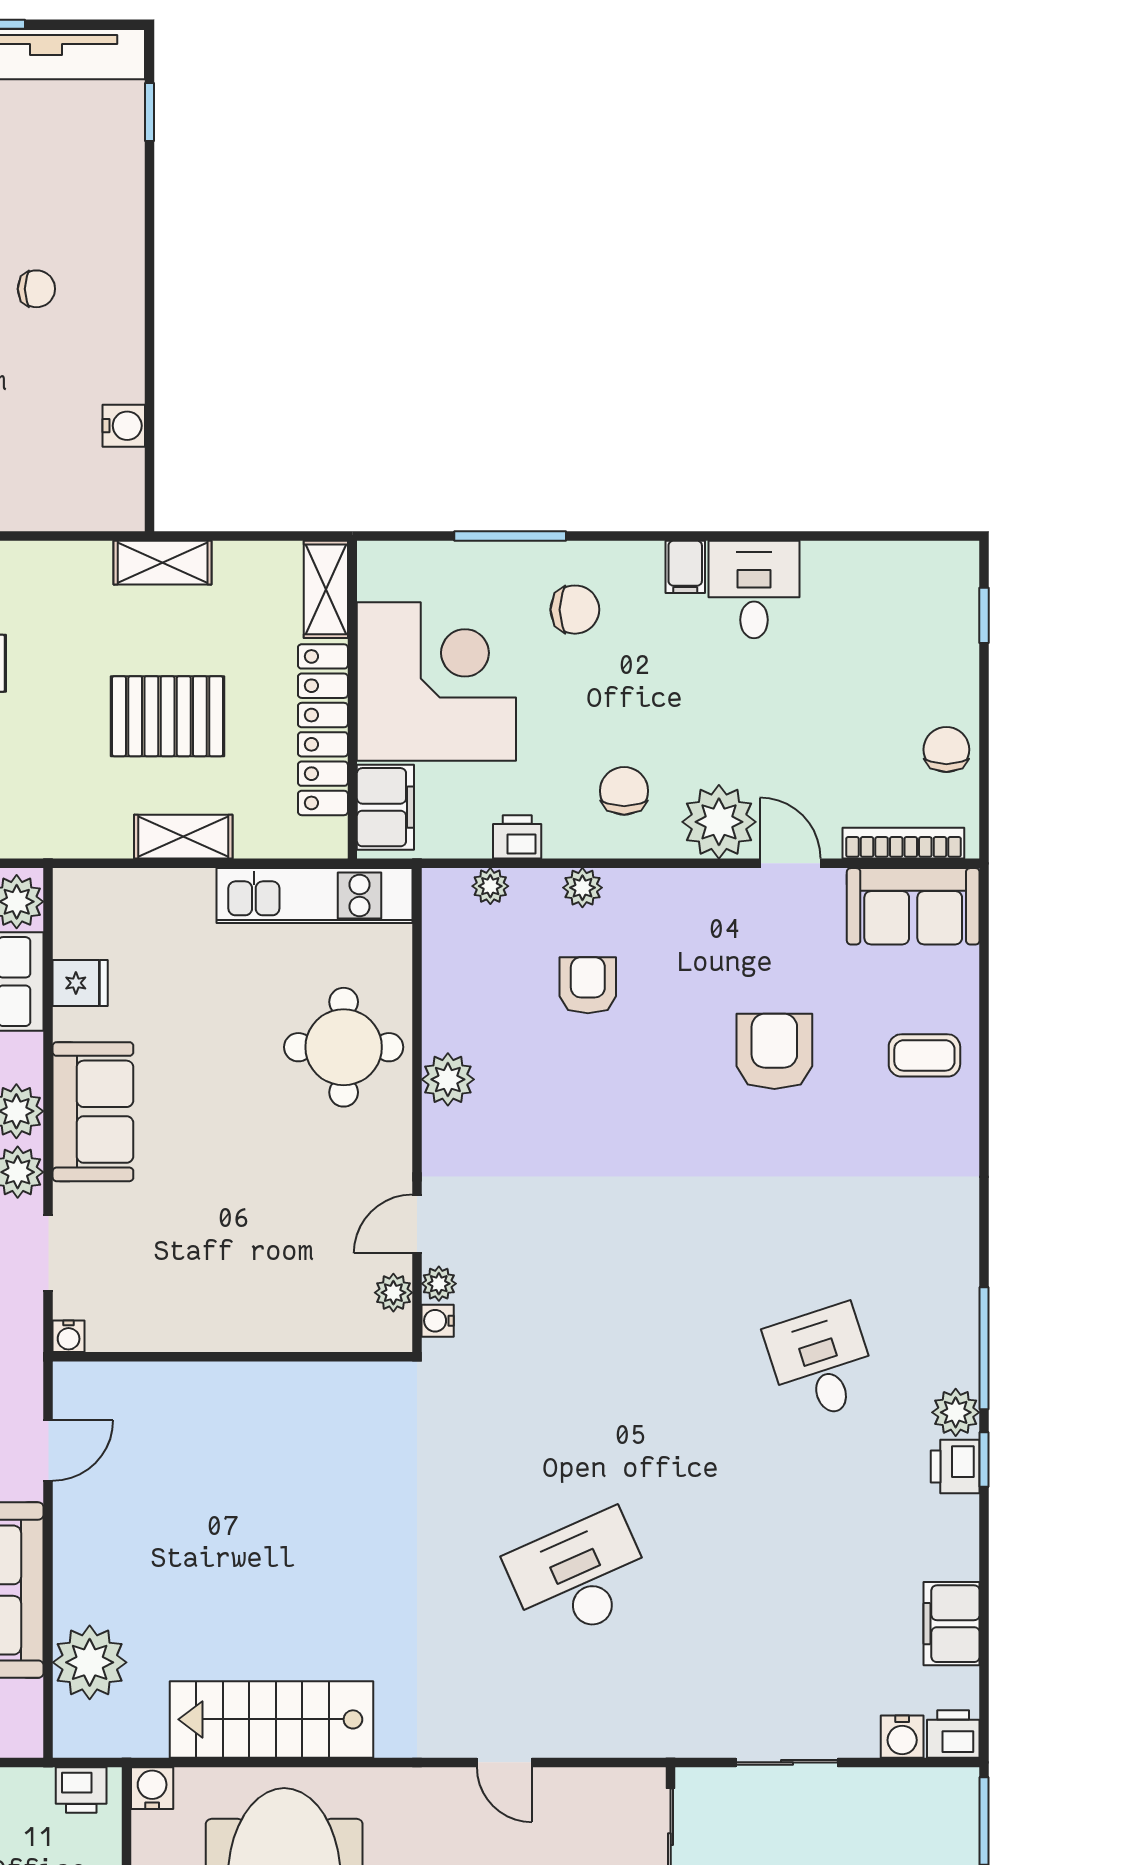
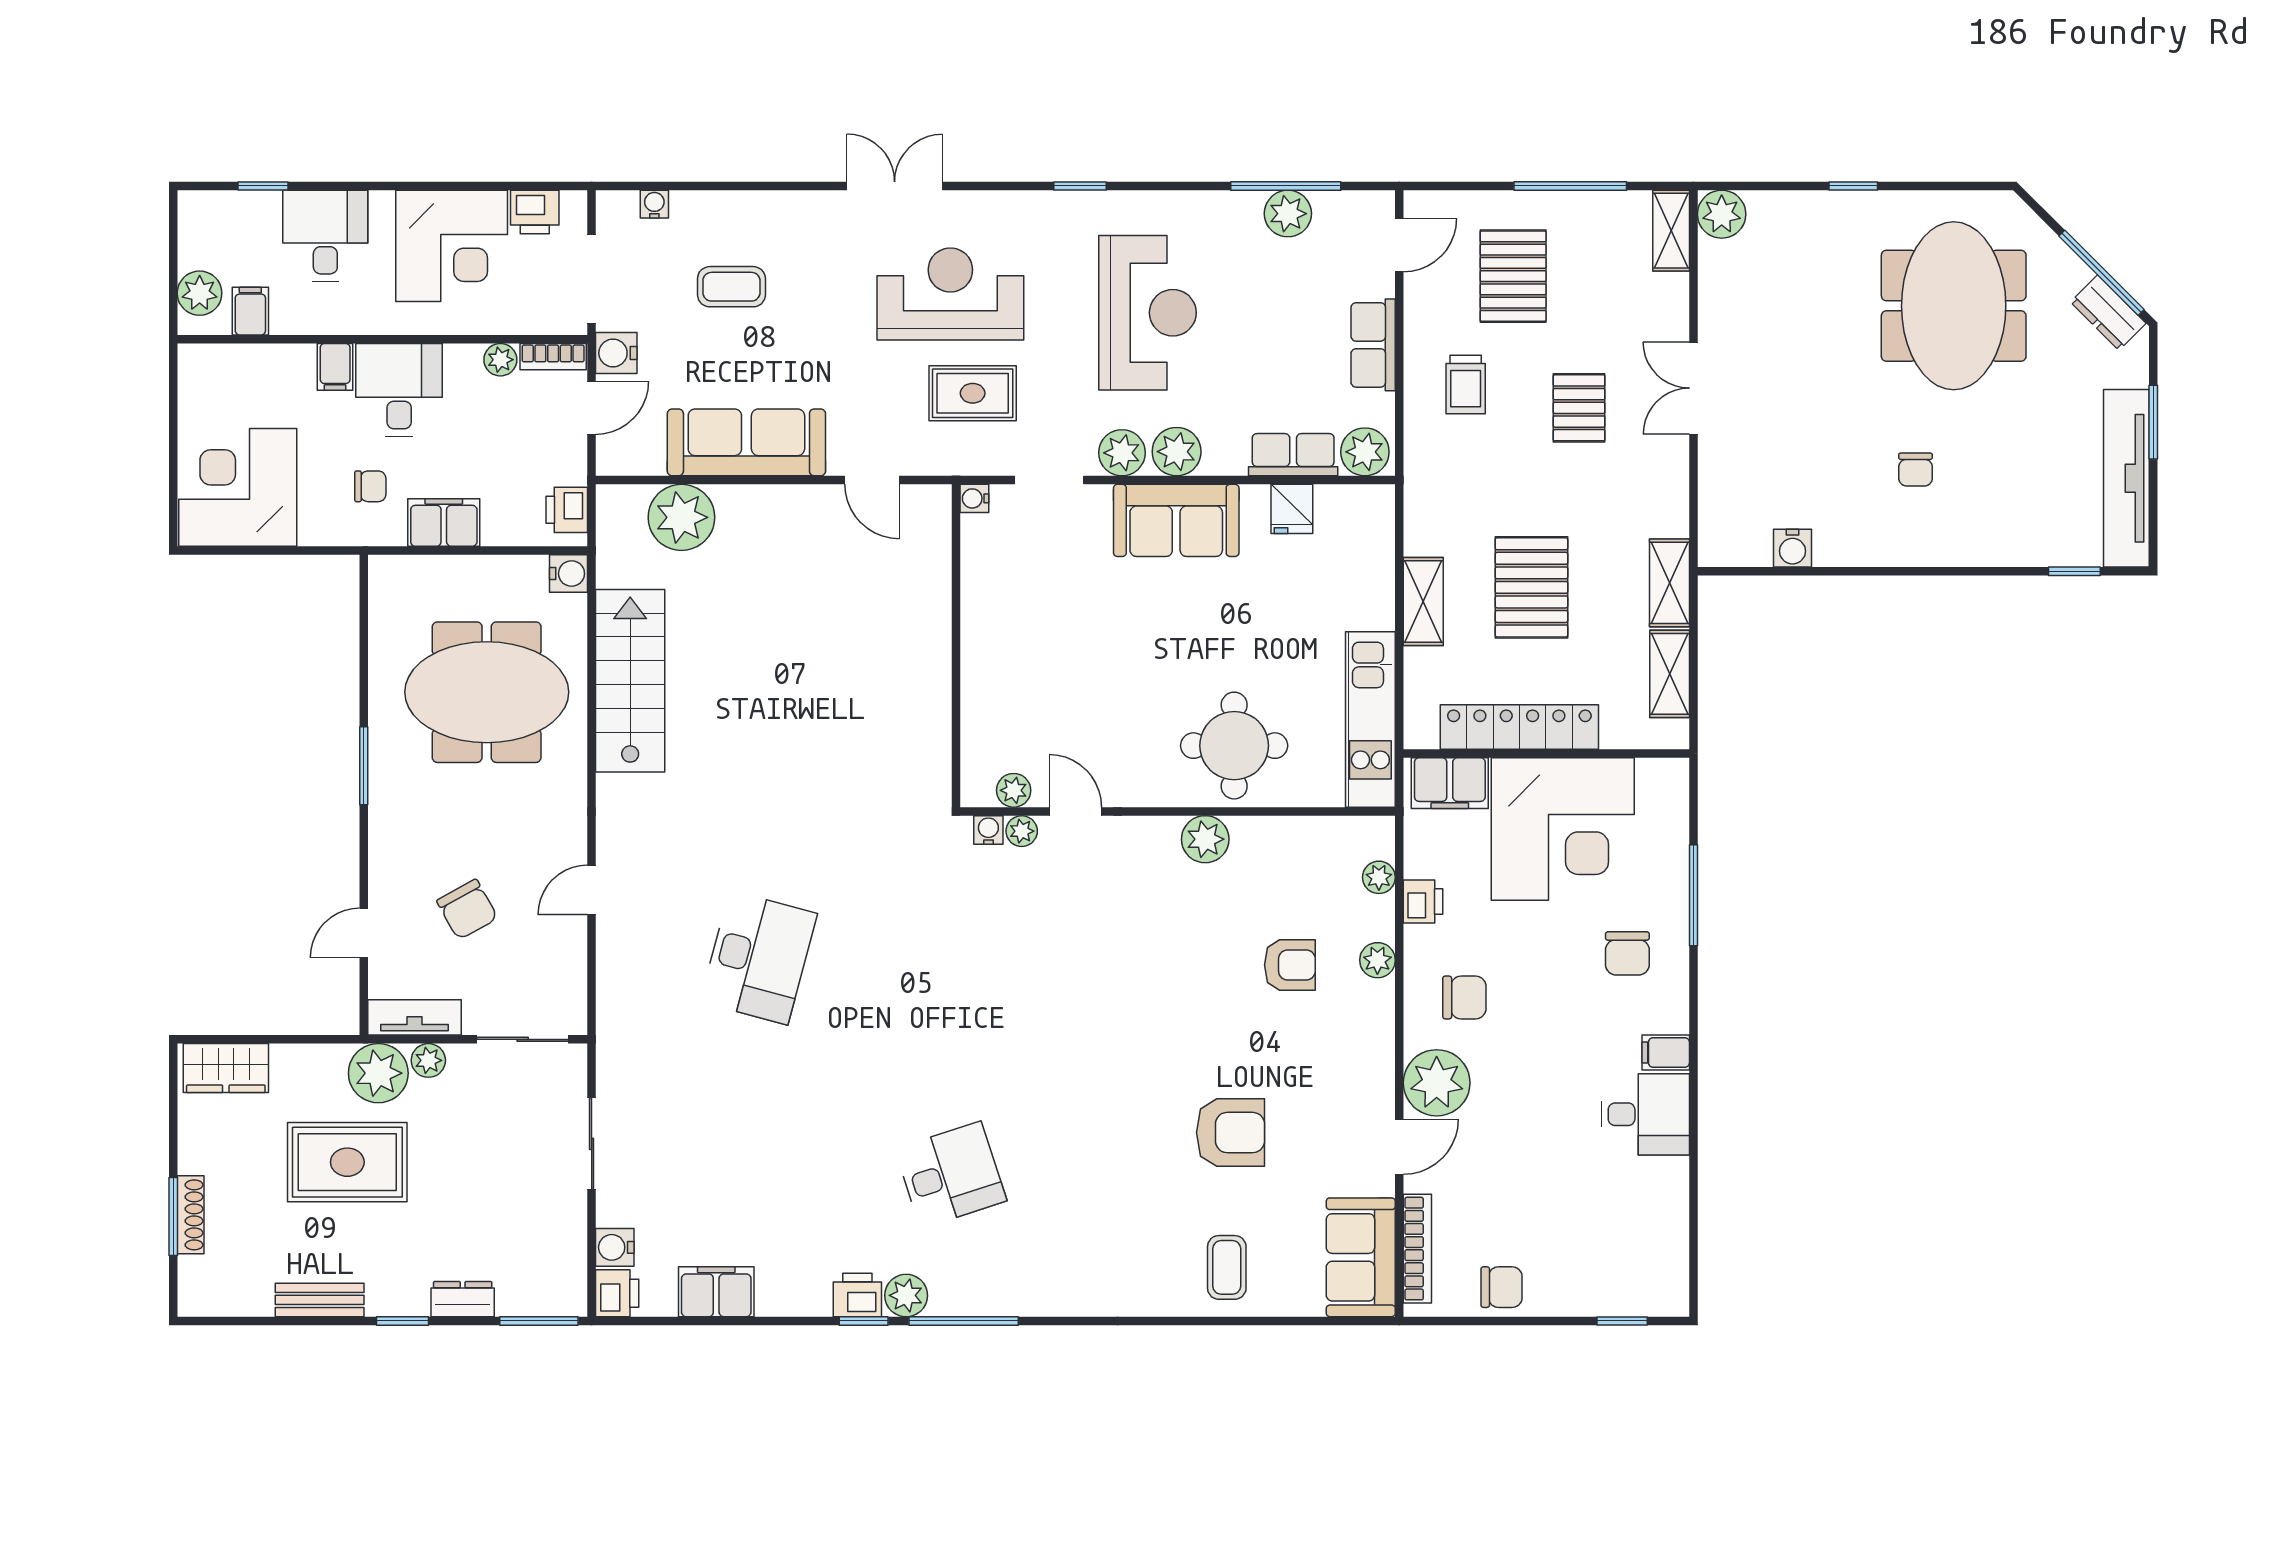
shelving: (326, 589) -> (1670, 674), moved, turned 90
desk: (580, 1577) -> (759, 958), turned 39

